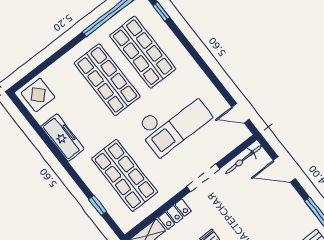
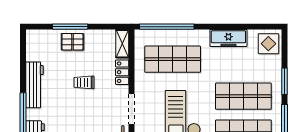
window: (62, 51) -> (285, 81), added
window: (98, 205) -> (167, 27), width x3.17

